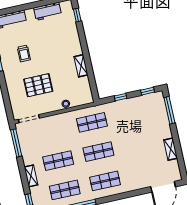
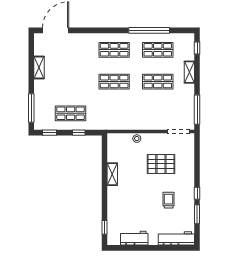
shop shelf: (92, 122) -> (71, 113), moved

